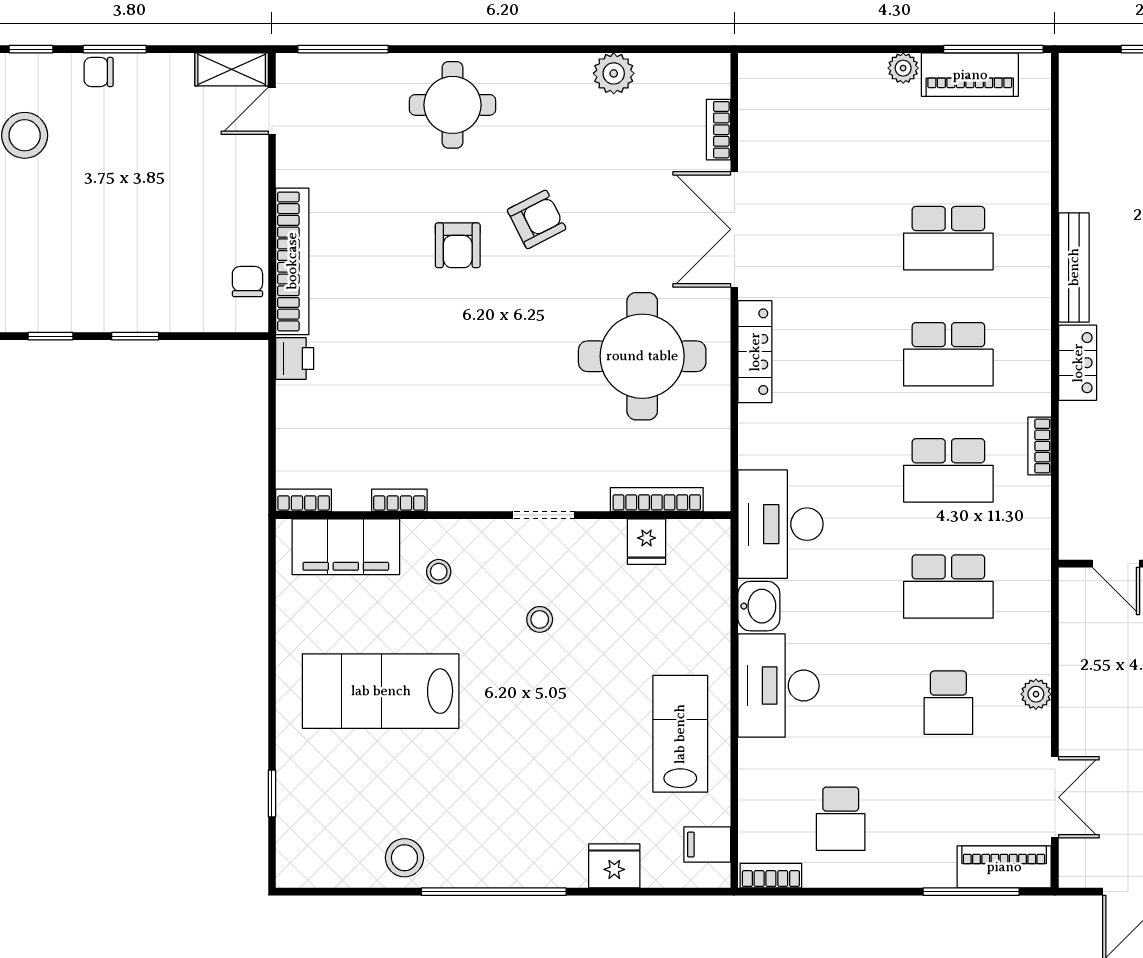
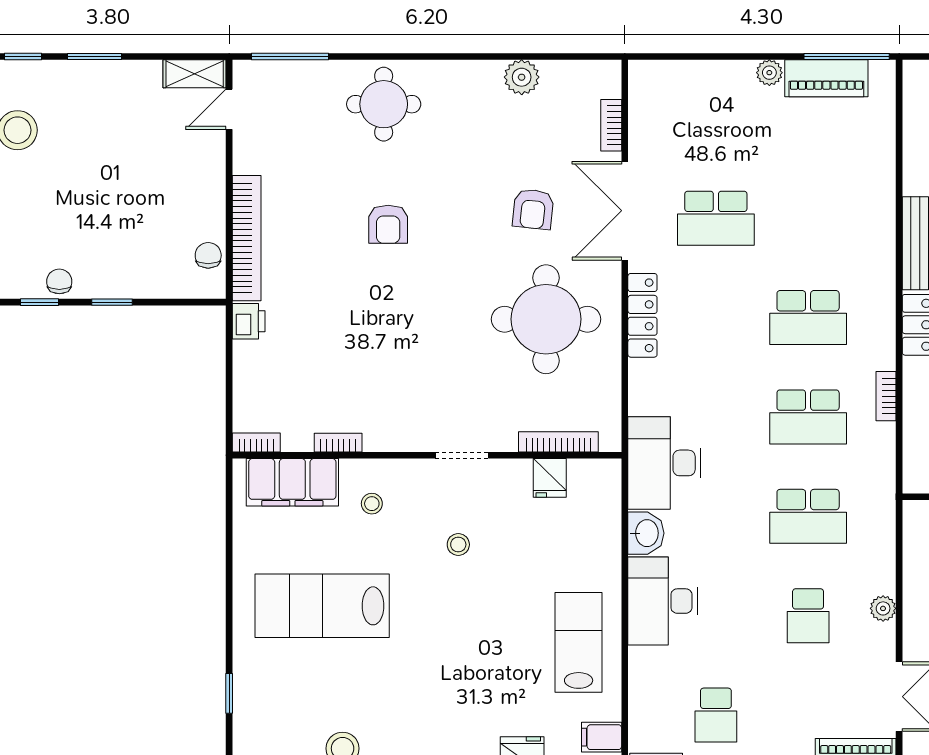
chair: (99, 72) -> (59, 281), moved, turned 90
armchair: (537, 219) -> (533, 209), moved, turned 123
school desk: (948, 238) -> (716, 218), moved

